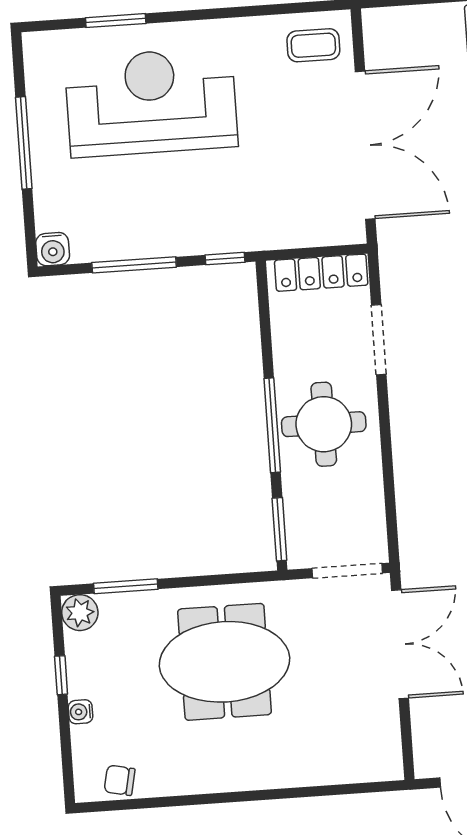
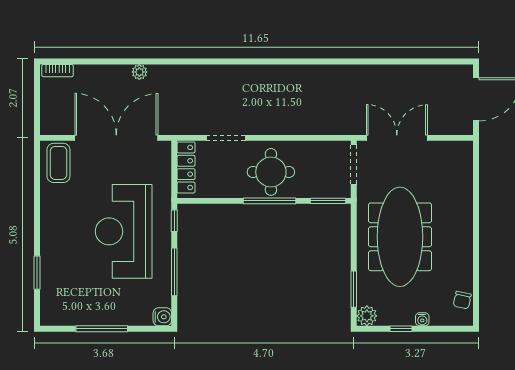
coffee table: (313, 45) -> (58, 163), width x1.36, depth x1.30
reception desk: (151, 102) -> (124, 231), moved
meeting table: (224, 662) -> (400, 237), width x1.36

